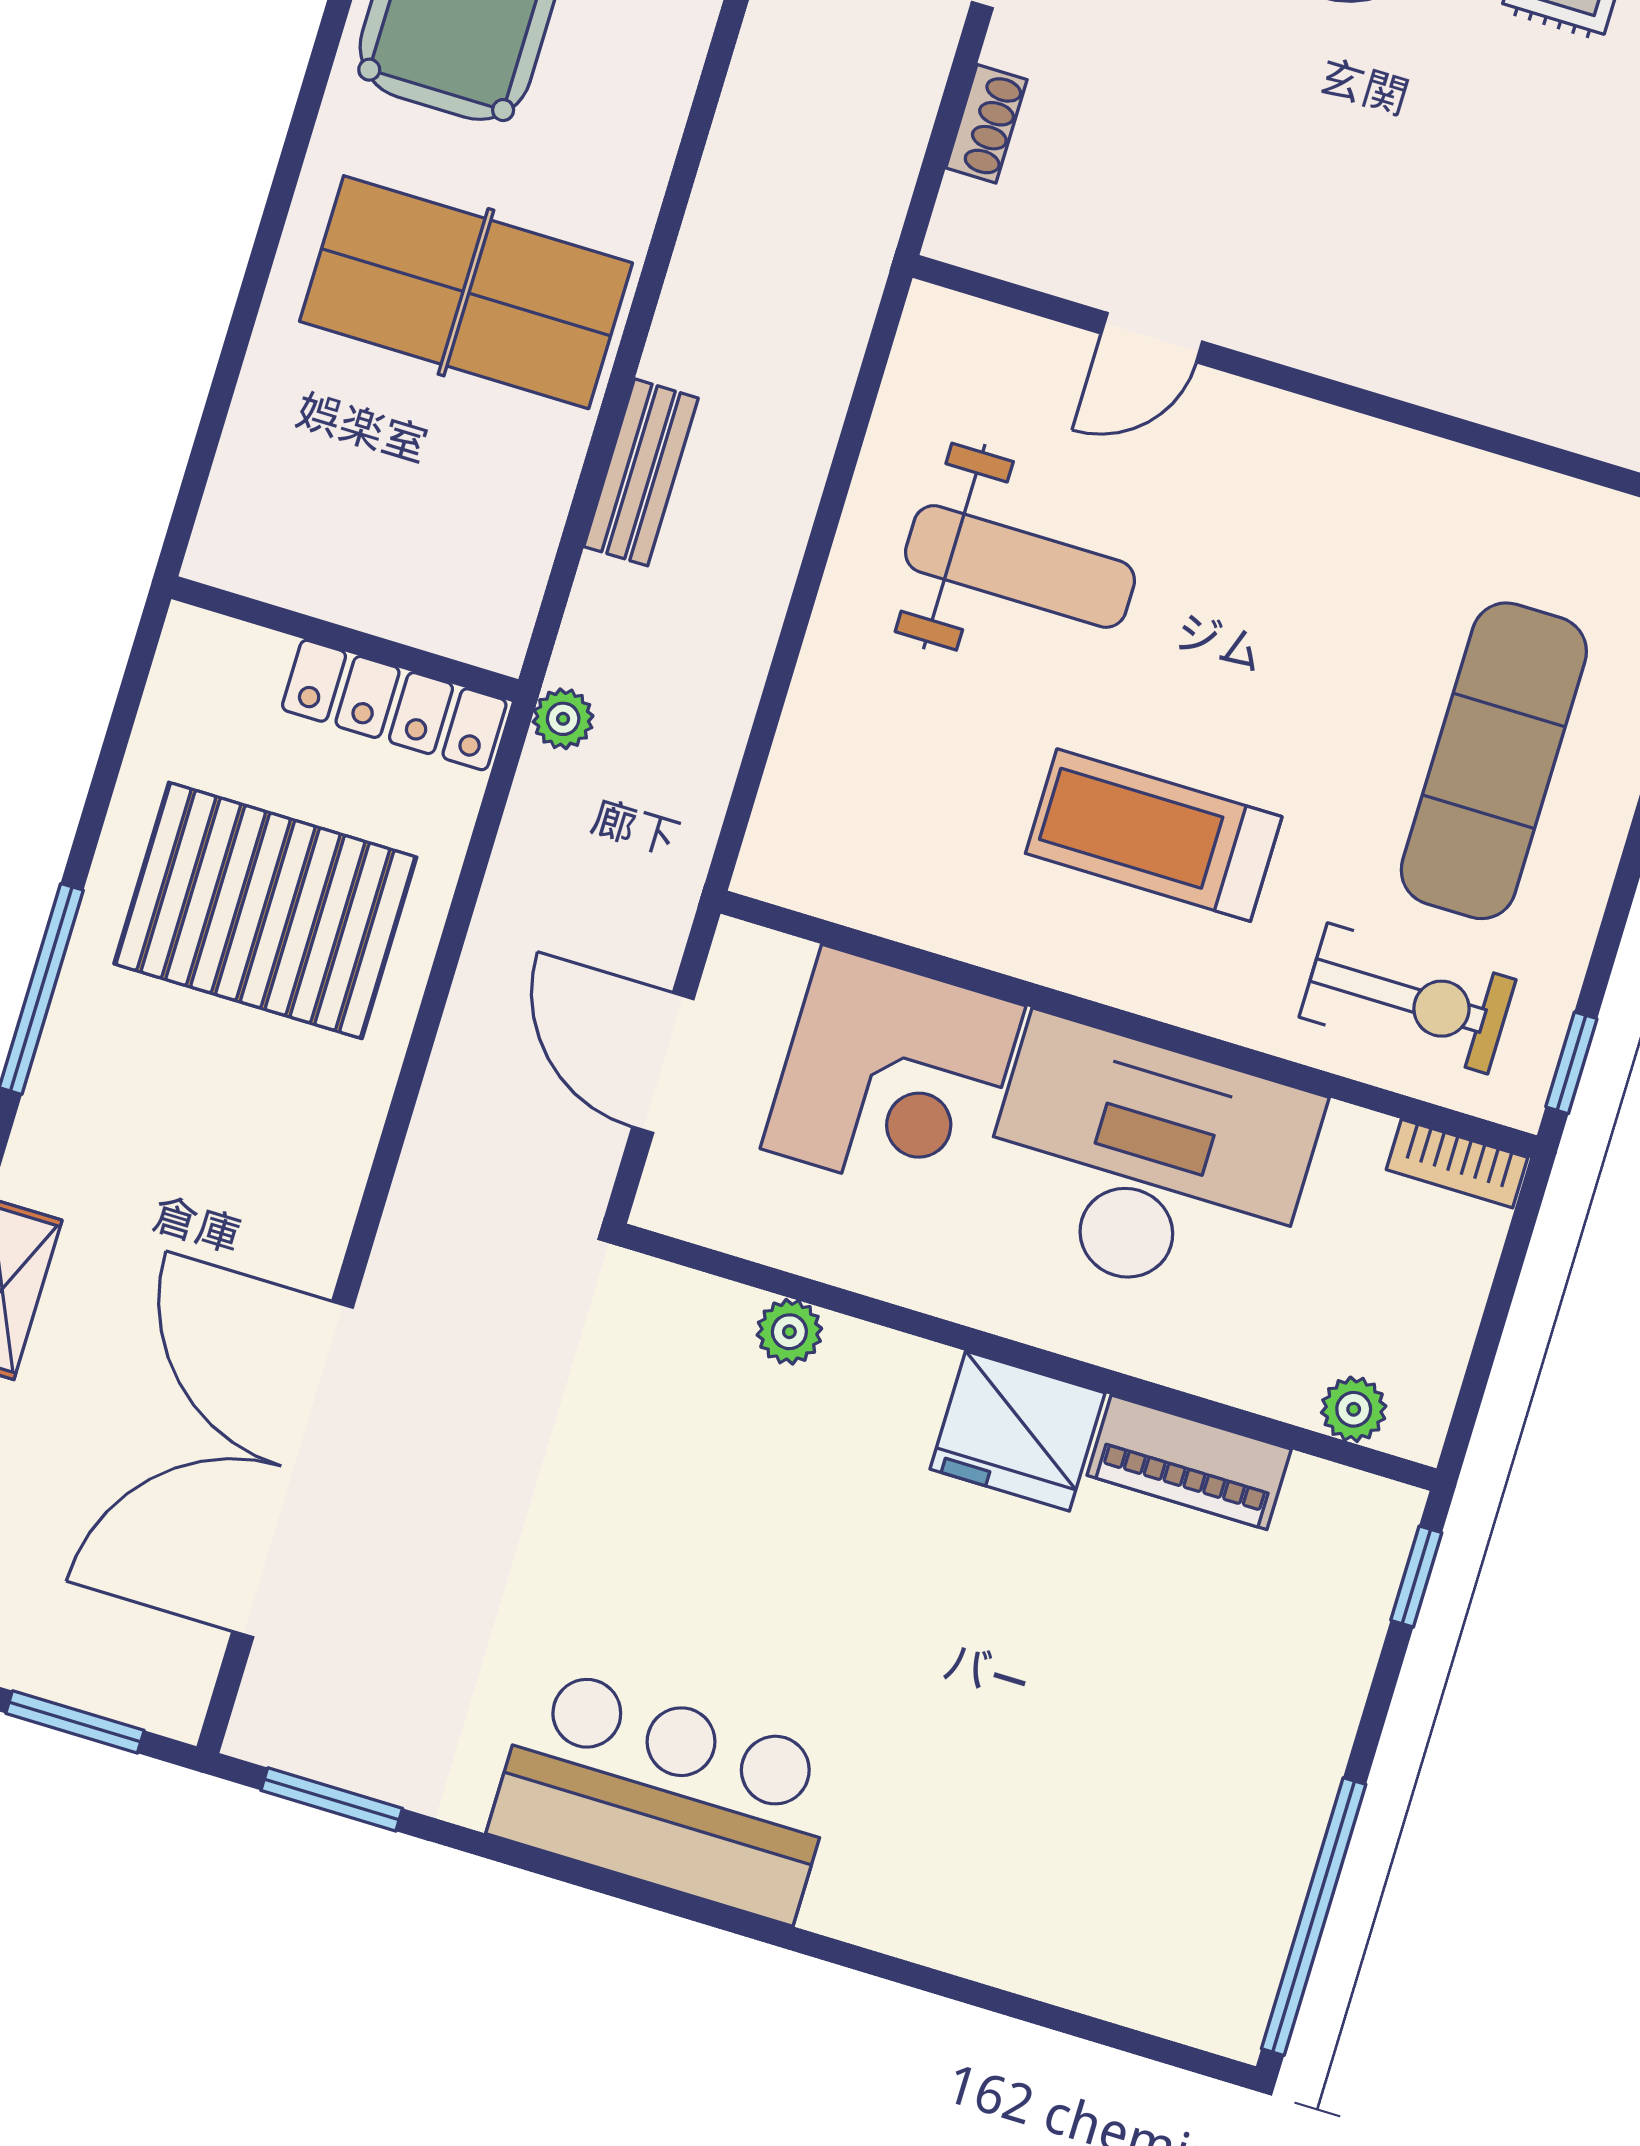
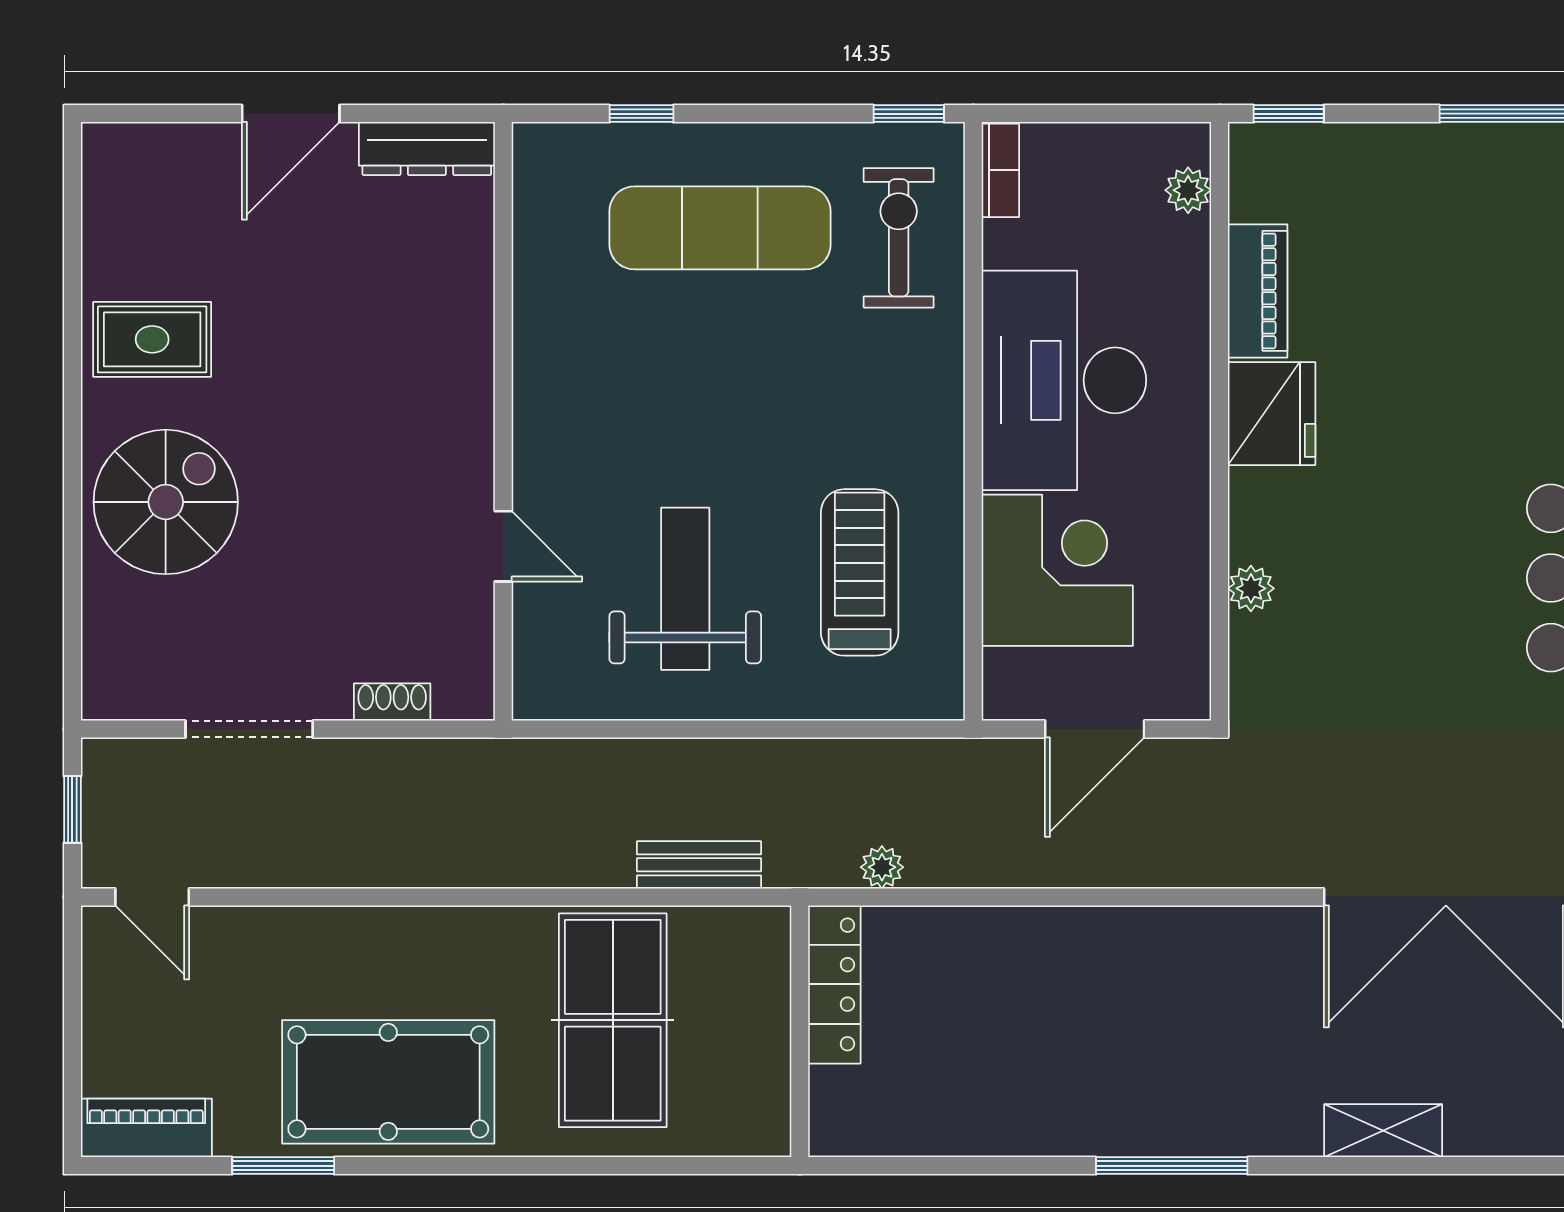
wall: (345, 639) -> (800, 1031), moved
locker: (394, 705) -> (834, 984), moved
treadmill: (1154, 835) -> (860, 572), moved, turned 180
pallet: (265, 910) -> (1073, 1030), removed

